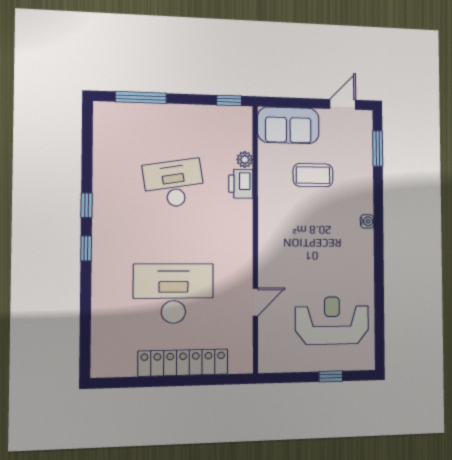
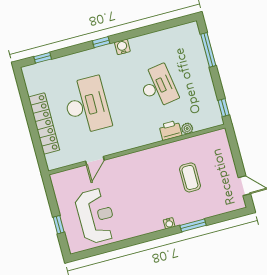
sofa: (288, 125) -> (219, 152), removed
window: (378, 148) -> (193, 225), moved
window: (87, 205) -> (43, 58), moved
water cooler: (102, 219) -> (122, 47), added
door: (255, 302) -> (95, 161), hinge flipped

